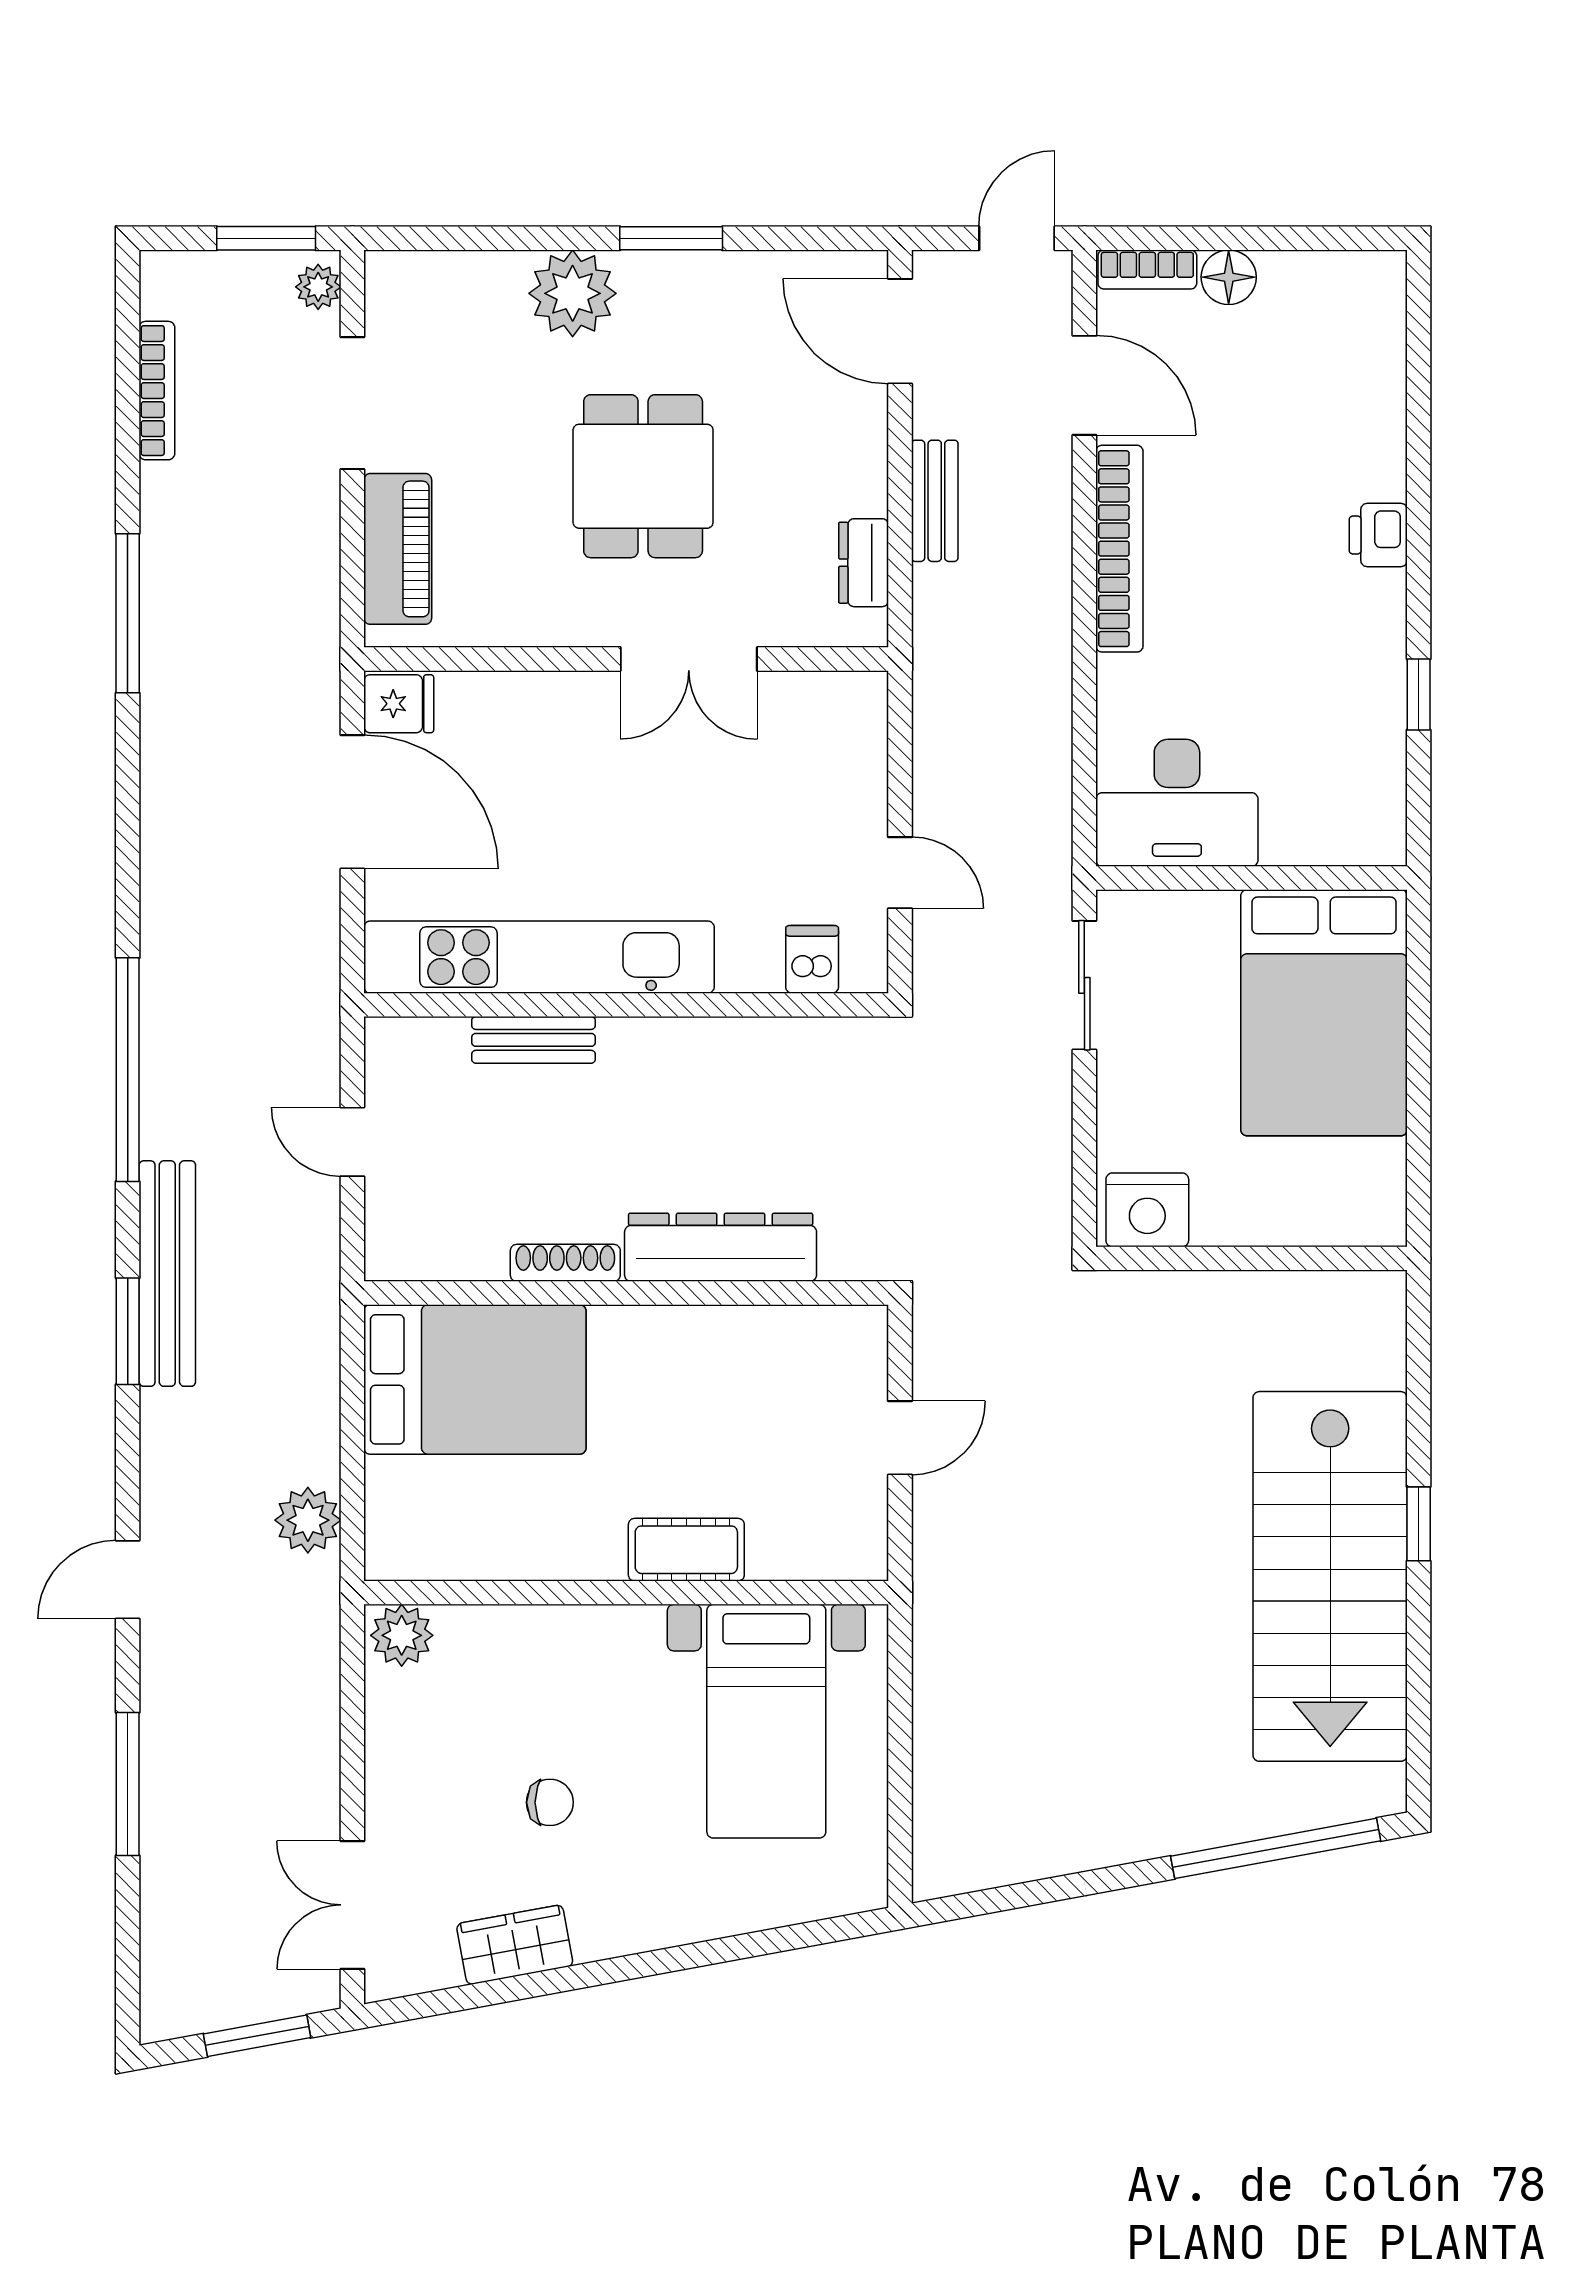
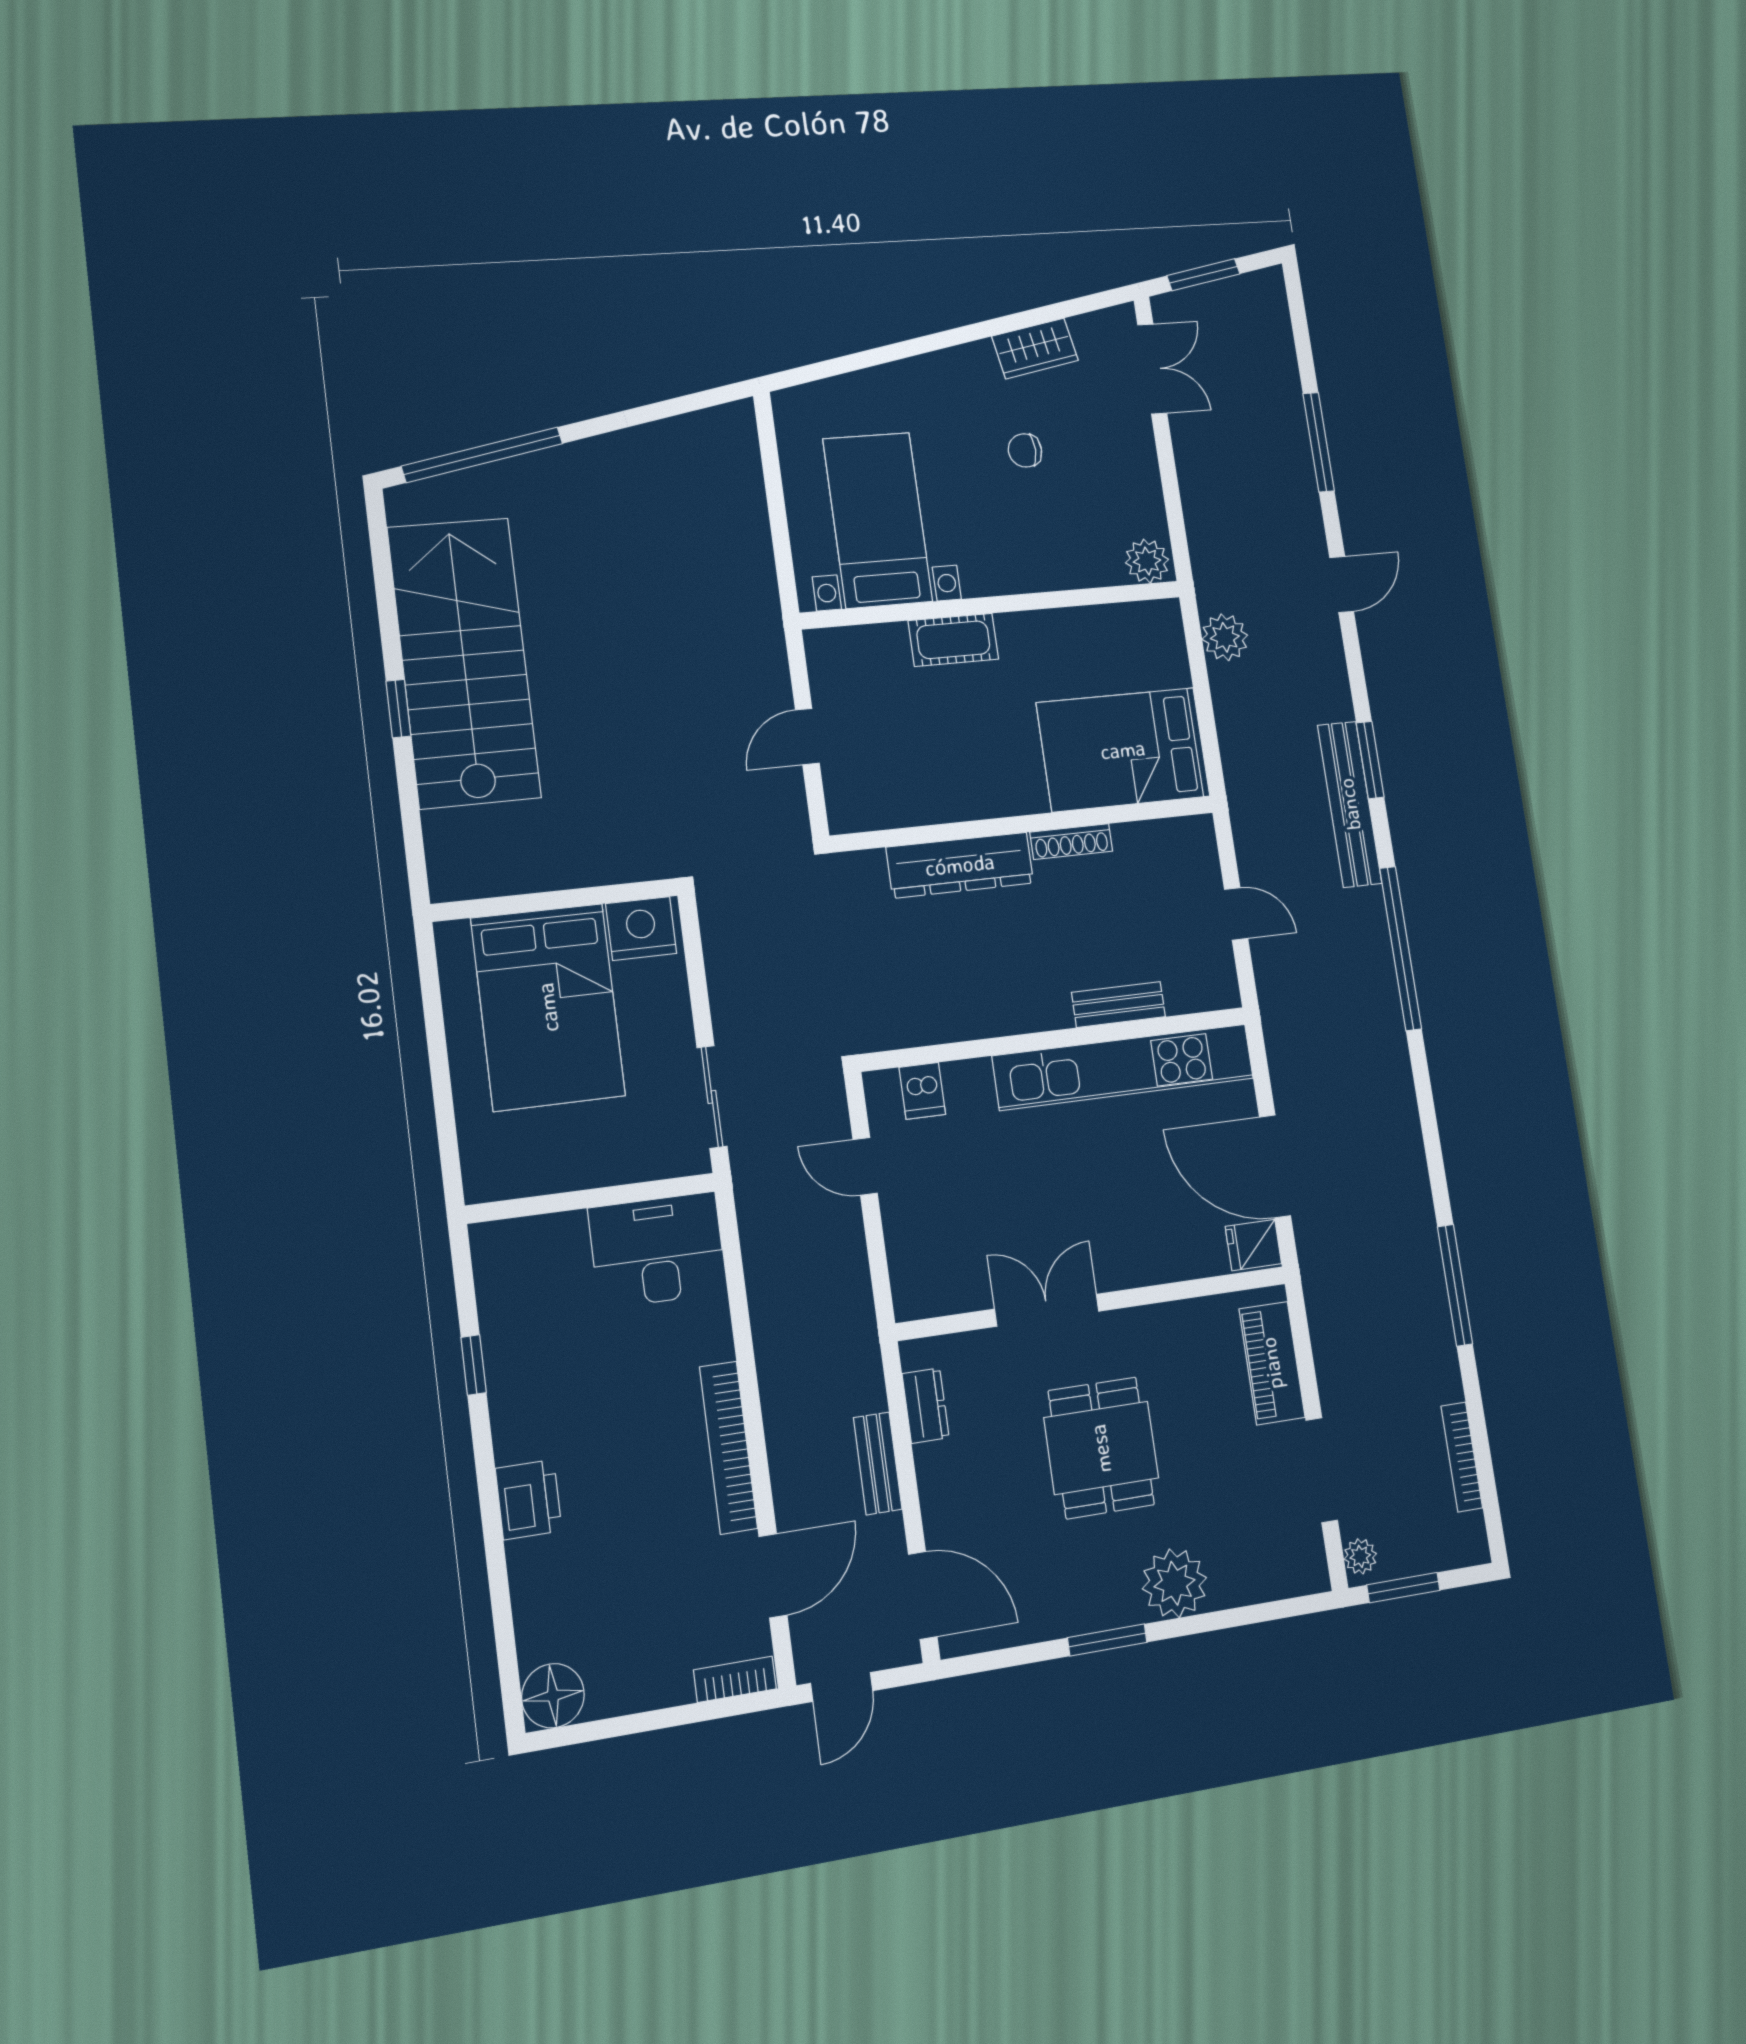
floor lamp: (1229, 277) -> (553, 1696), moved, width x1.38, depth x1.38
door: (1084, 385) -> (773, 1576), swing flipped
printer: (1378, 535) -> (529, 1500), width x1.36, depth x1.24
bed: (1324, 1013) -> (548, 1007), moved, turned 180

